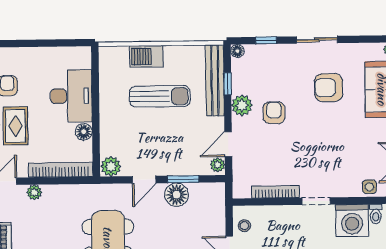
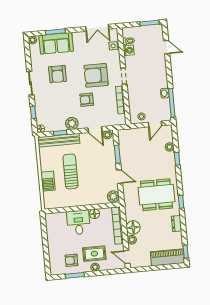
desk: (71, 96) -> (79, 222), width x0.73
armchair: (274, 113) -> (87, 100), moved
armchair: (321, 154) -> (96, 75), added
floor lamp: (177, 195) -> (133, 227), moved
washing machine: (352, 220) -> (129, 50), width x0.53, depth x0.53

